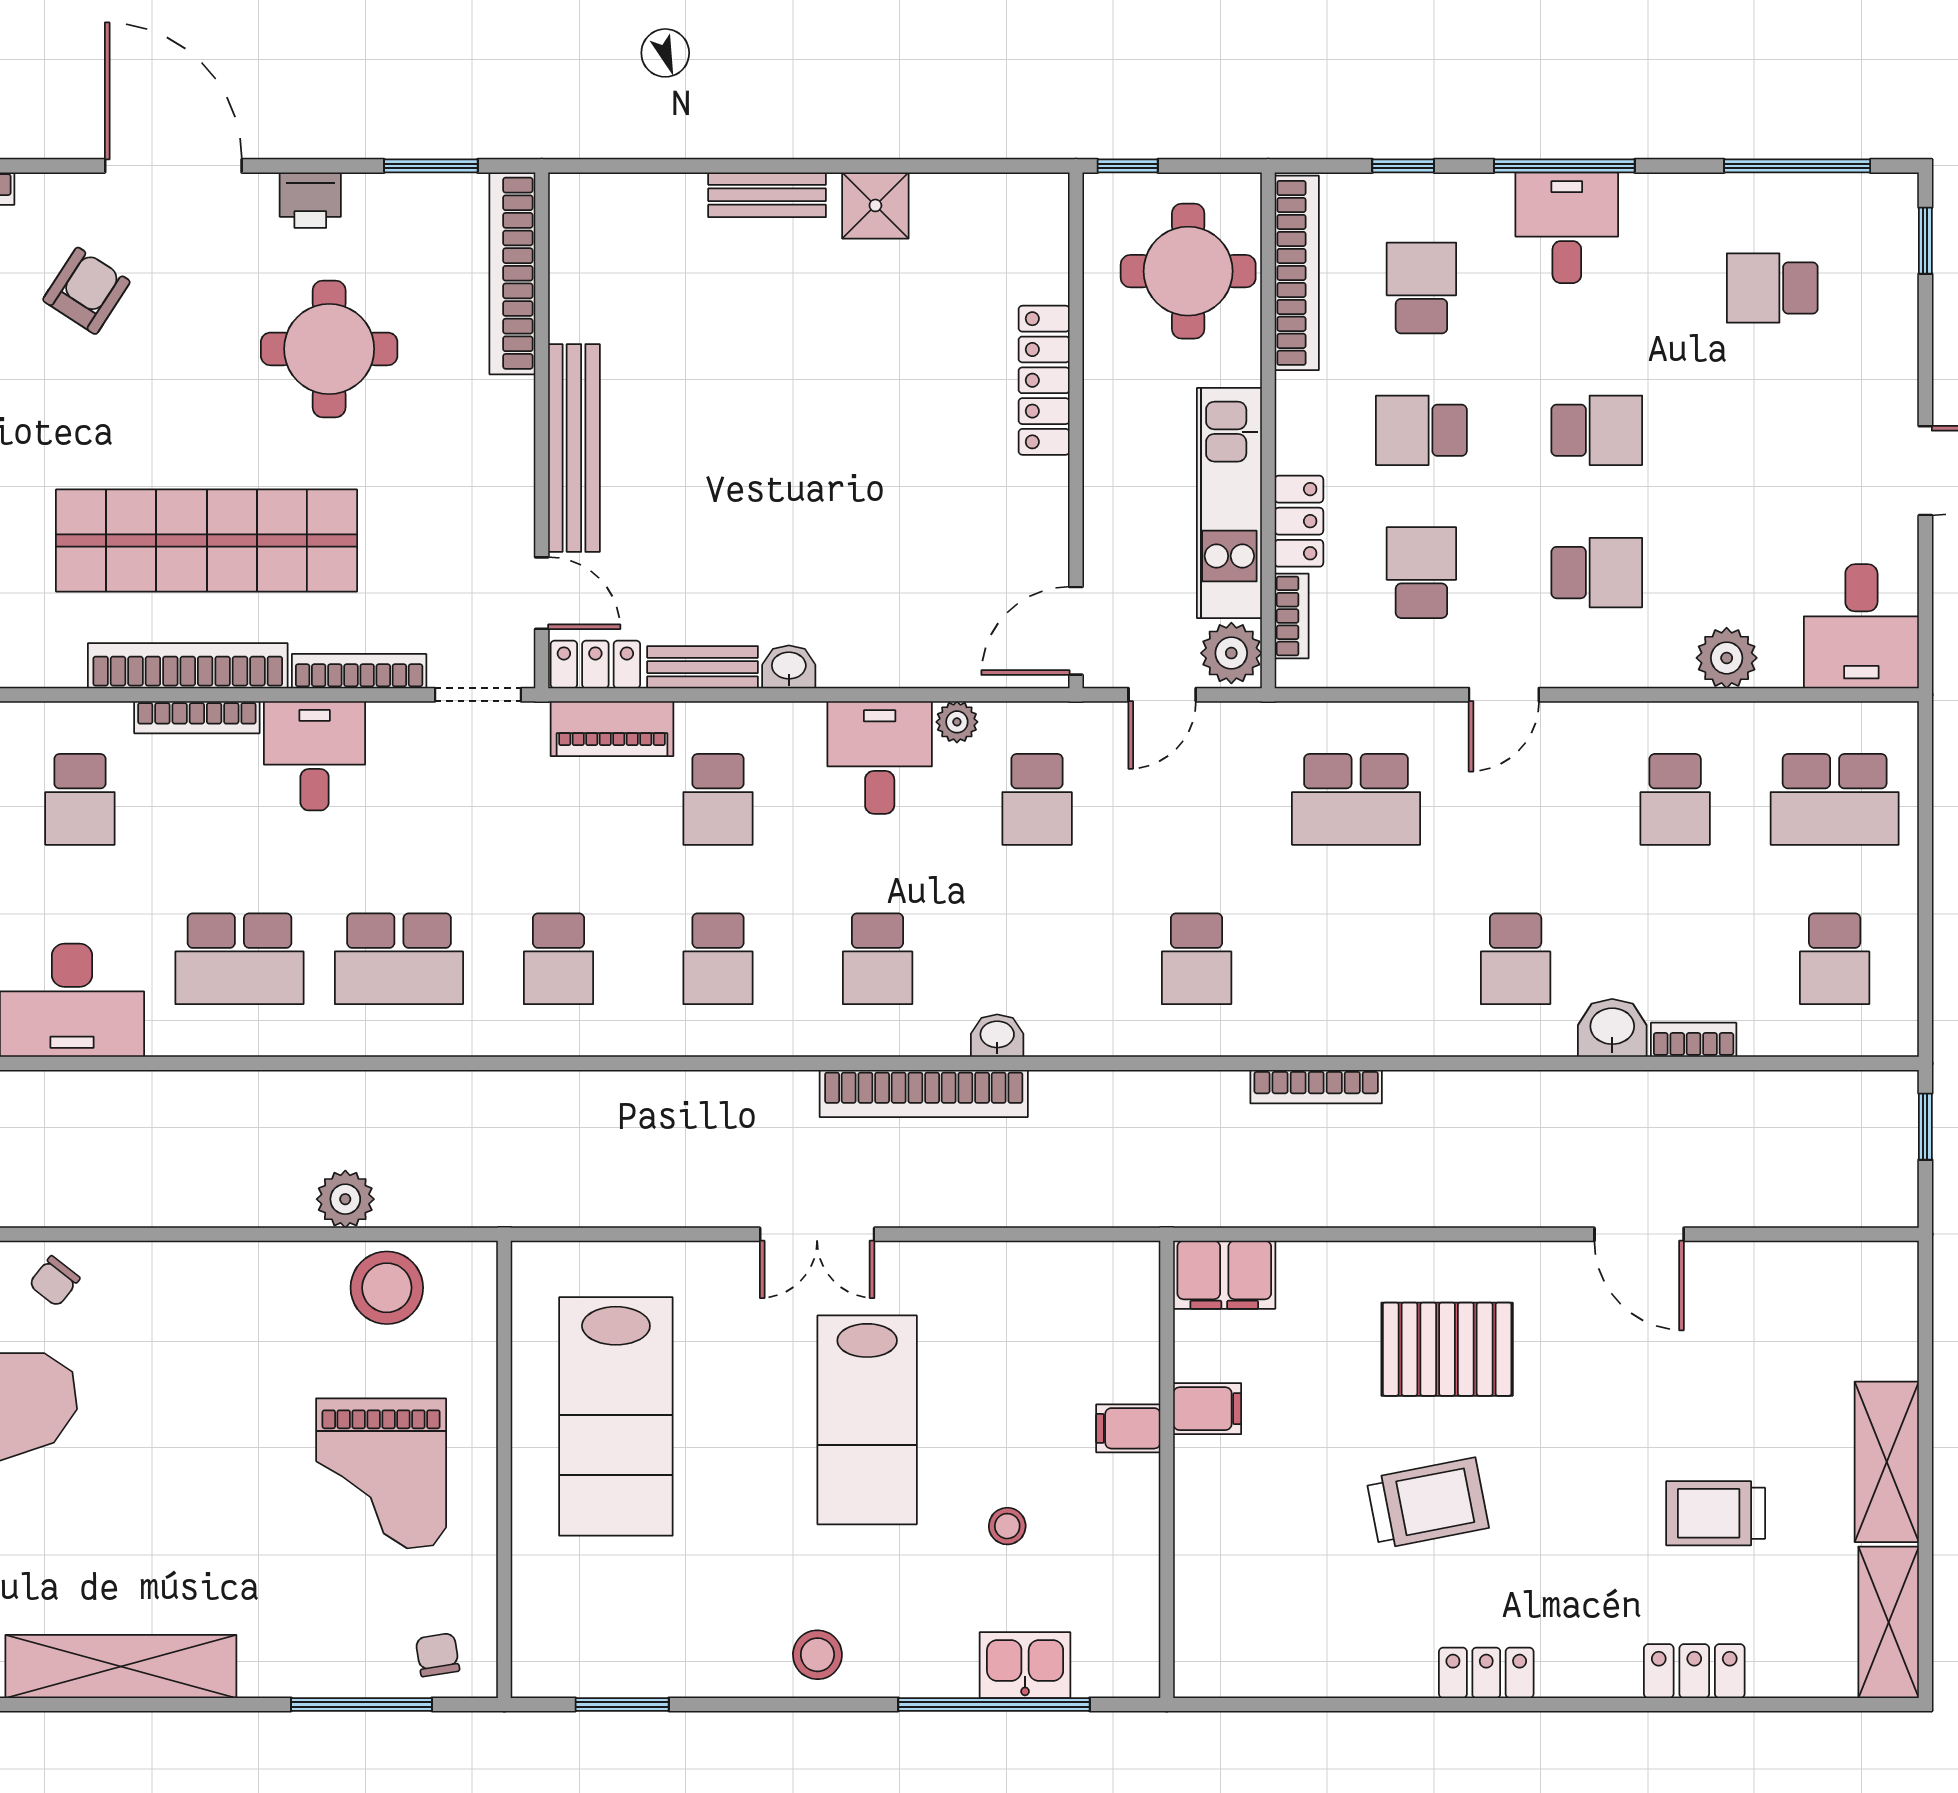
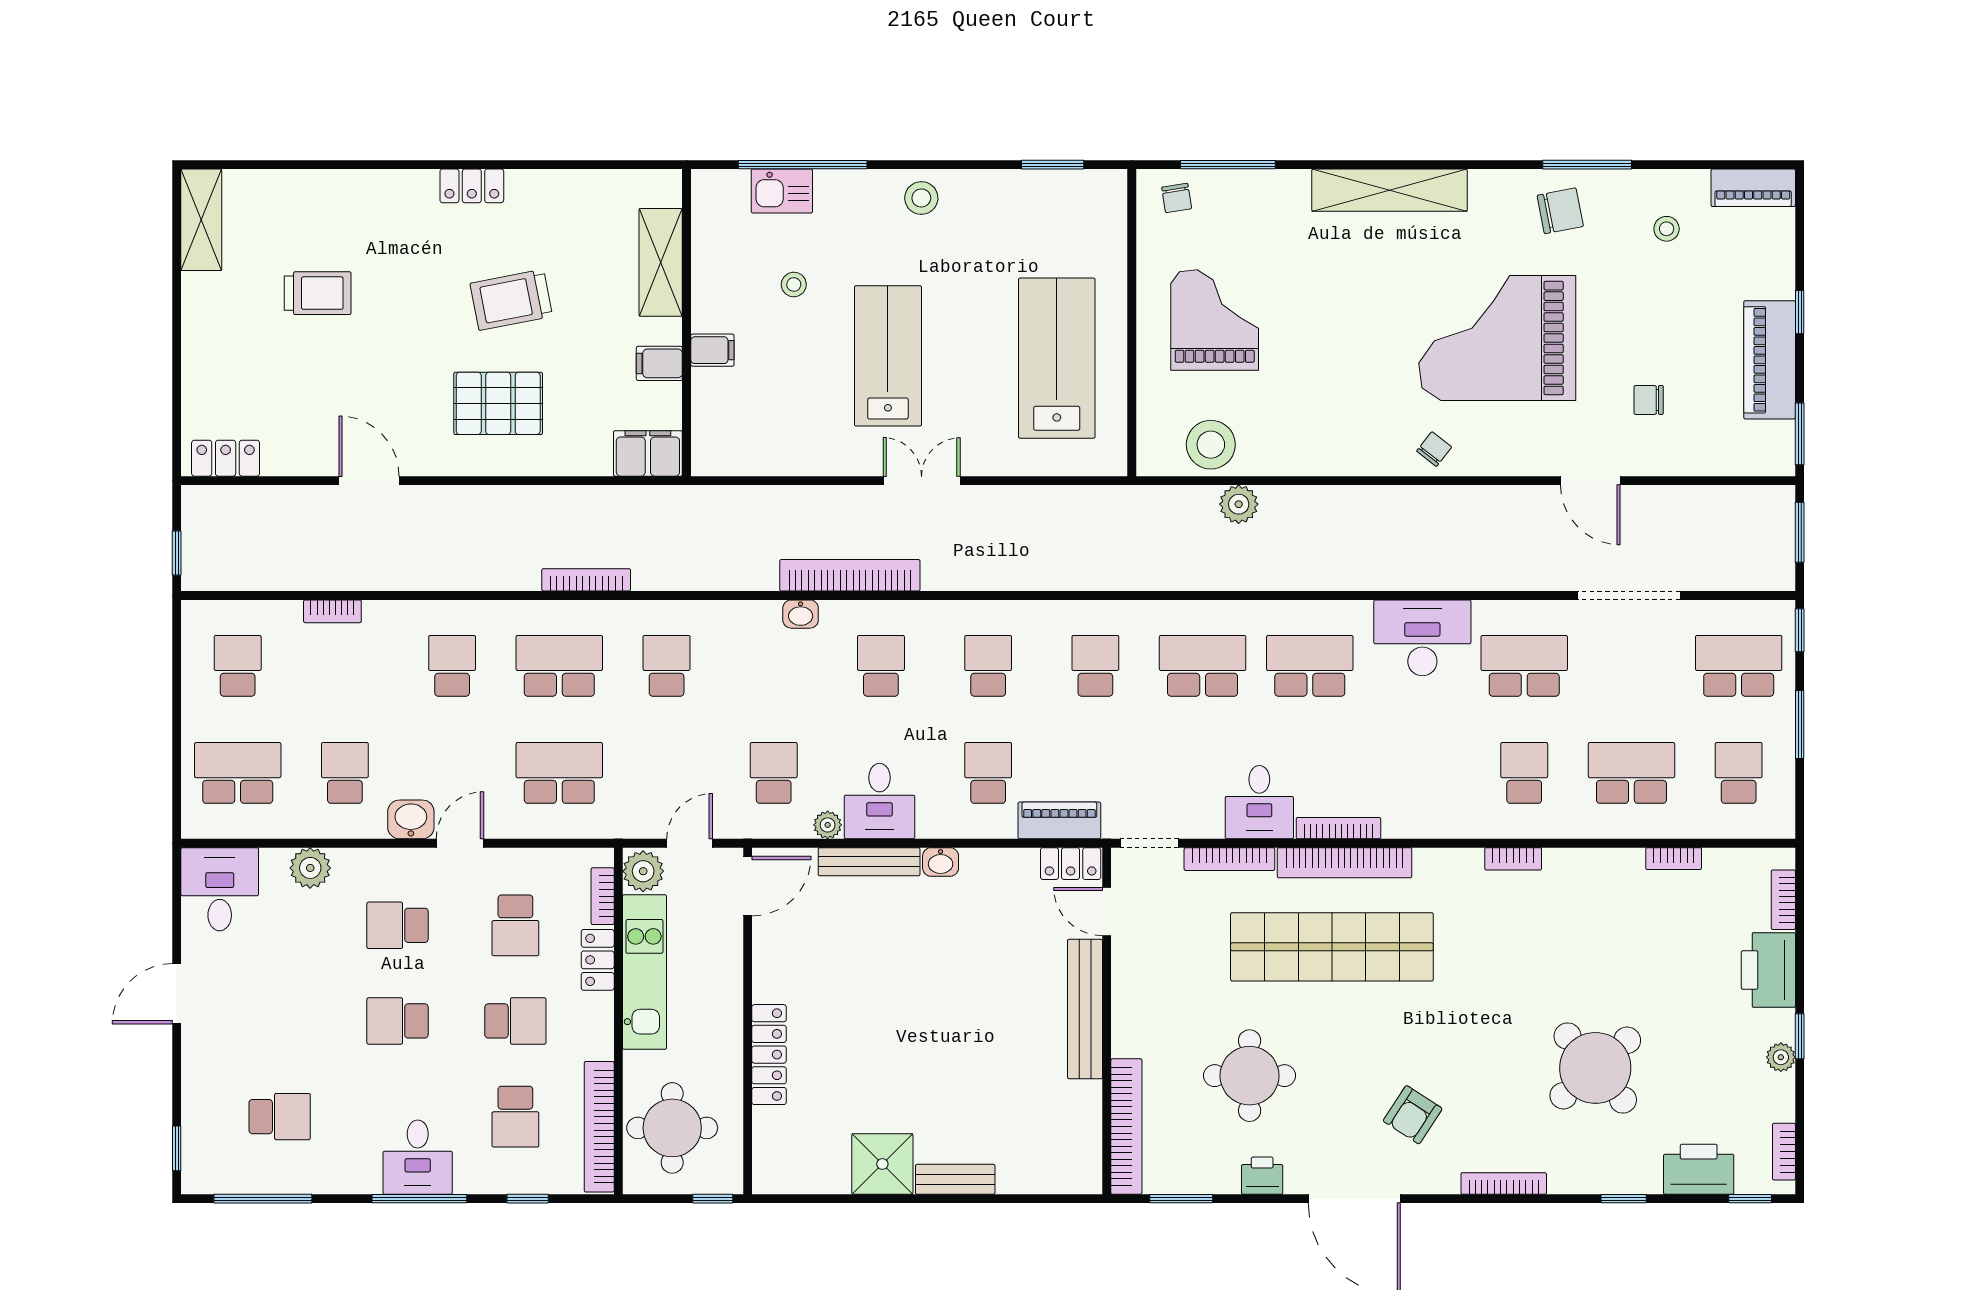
shower: (875, 205) -> (882, 1164), width x1.36, depth x1.36
bench: (703, 667) -> (869, 862), moved, width x1.36
school desk: (80, 799) -> (559, 666), moved, width x1.85
washbasin: (1612, 1028) -> (411, 819), moved, turned 180
shelving: (1887, 1462) -> (661, 262), moved
locker: (1694, 1671) -> (226, 458), moved, turned 180

